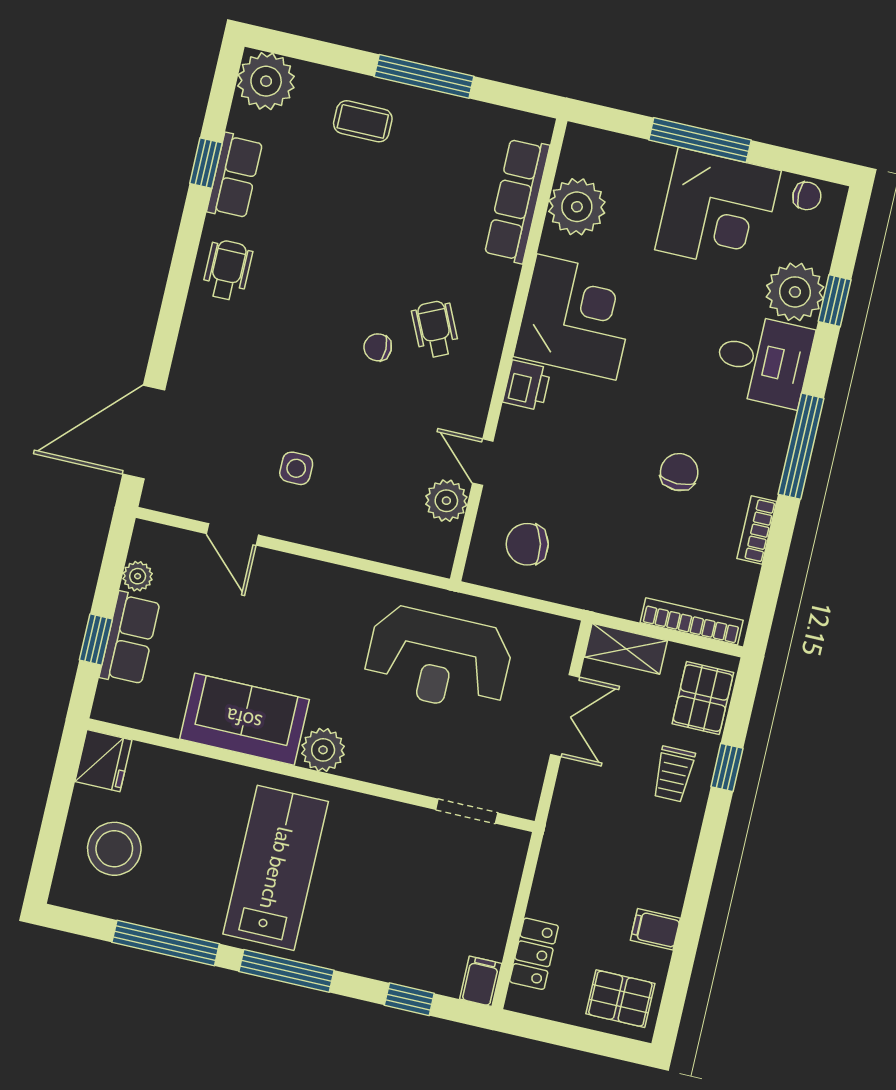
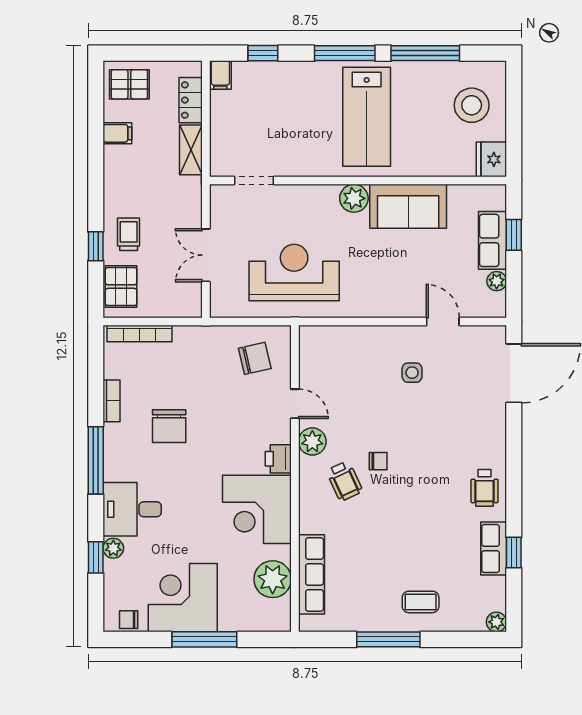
plant: (266, 81) -> (496, 622), width x0.53, depth x0.53
plant: (795, 292) -> (113, 548), width x0.53, depth x0.53
chair: (679, 472) -> (169, 426), width x1.37, depth x1.37
plant: (446, 501) -> (312, 441), moved
shelving: (626, 649) -> (191, 150), moved, turned 90

